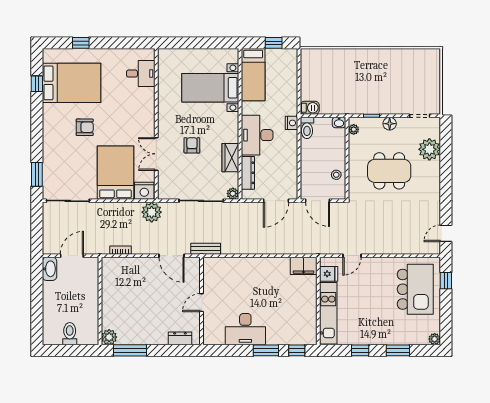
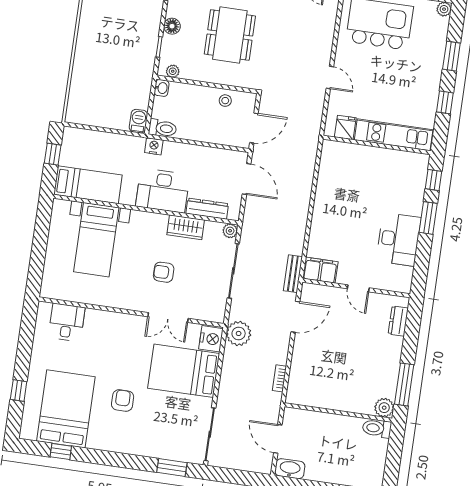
door: (352, 256) -> (330, 77), moved
filing cabinet: (304, 266) -> (320, 270), moved, turned -90
toilet: (70, 334) -> (377, 428), moved

